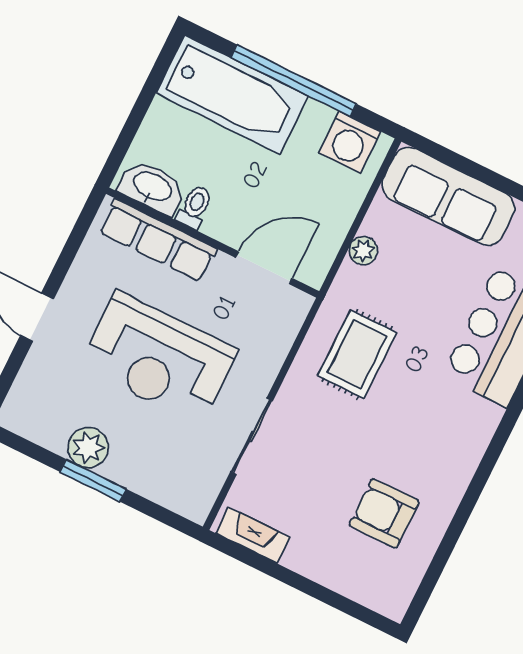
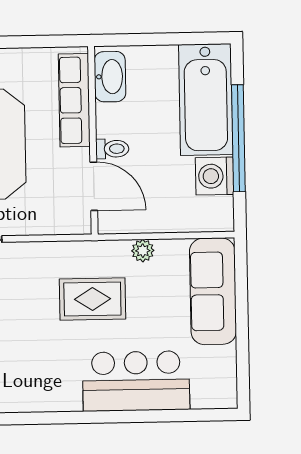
washing machine: (350, 142) -> (215, 176), moved
toilet: (195, 207) -> (112, 149), moved
rug: (357, 354) -> (92, 299), moved

